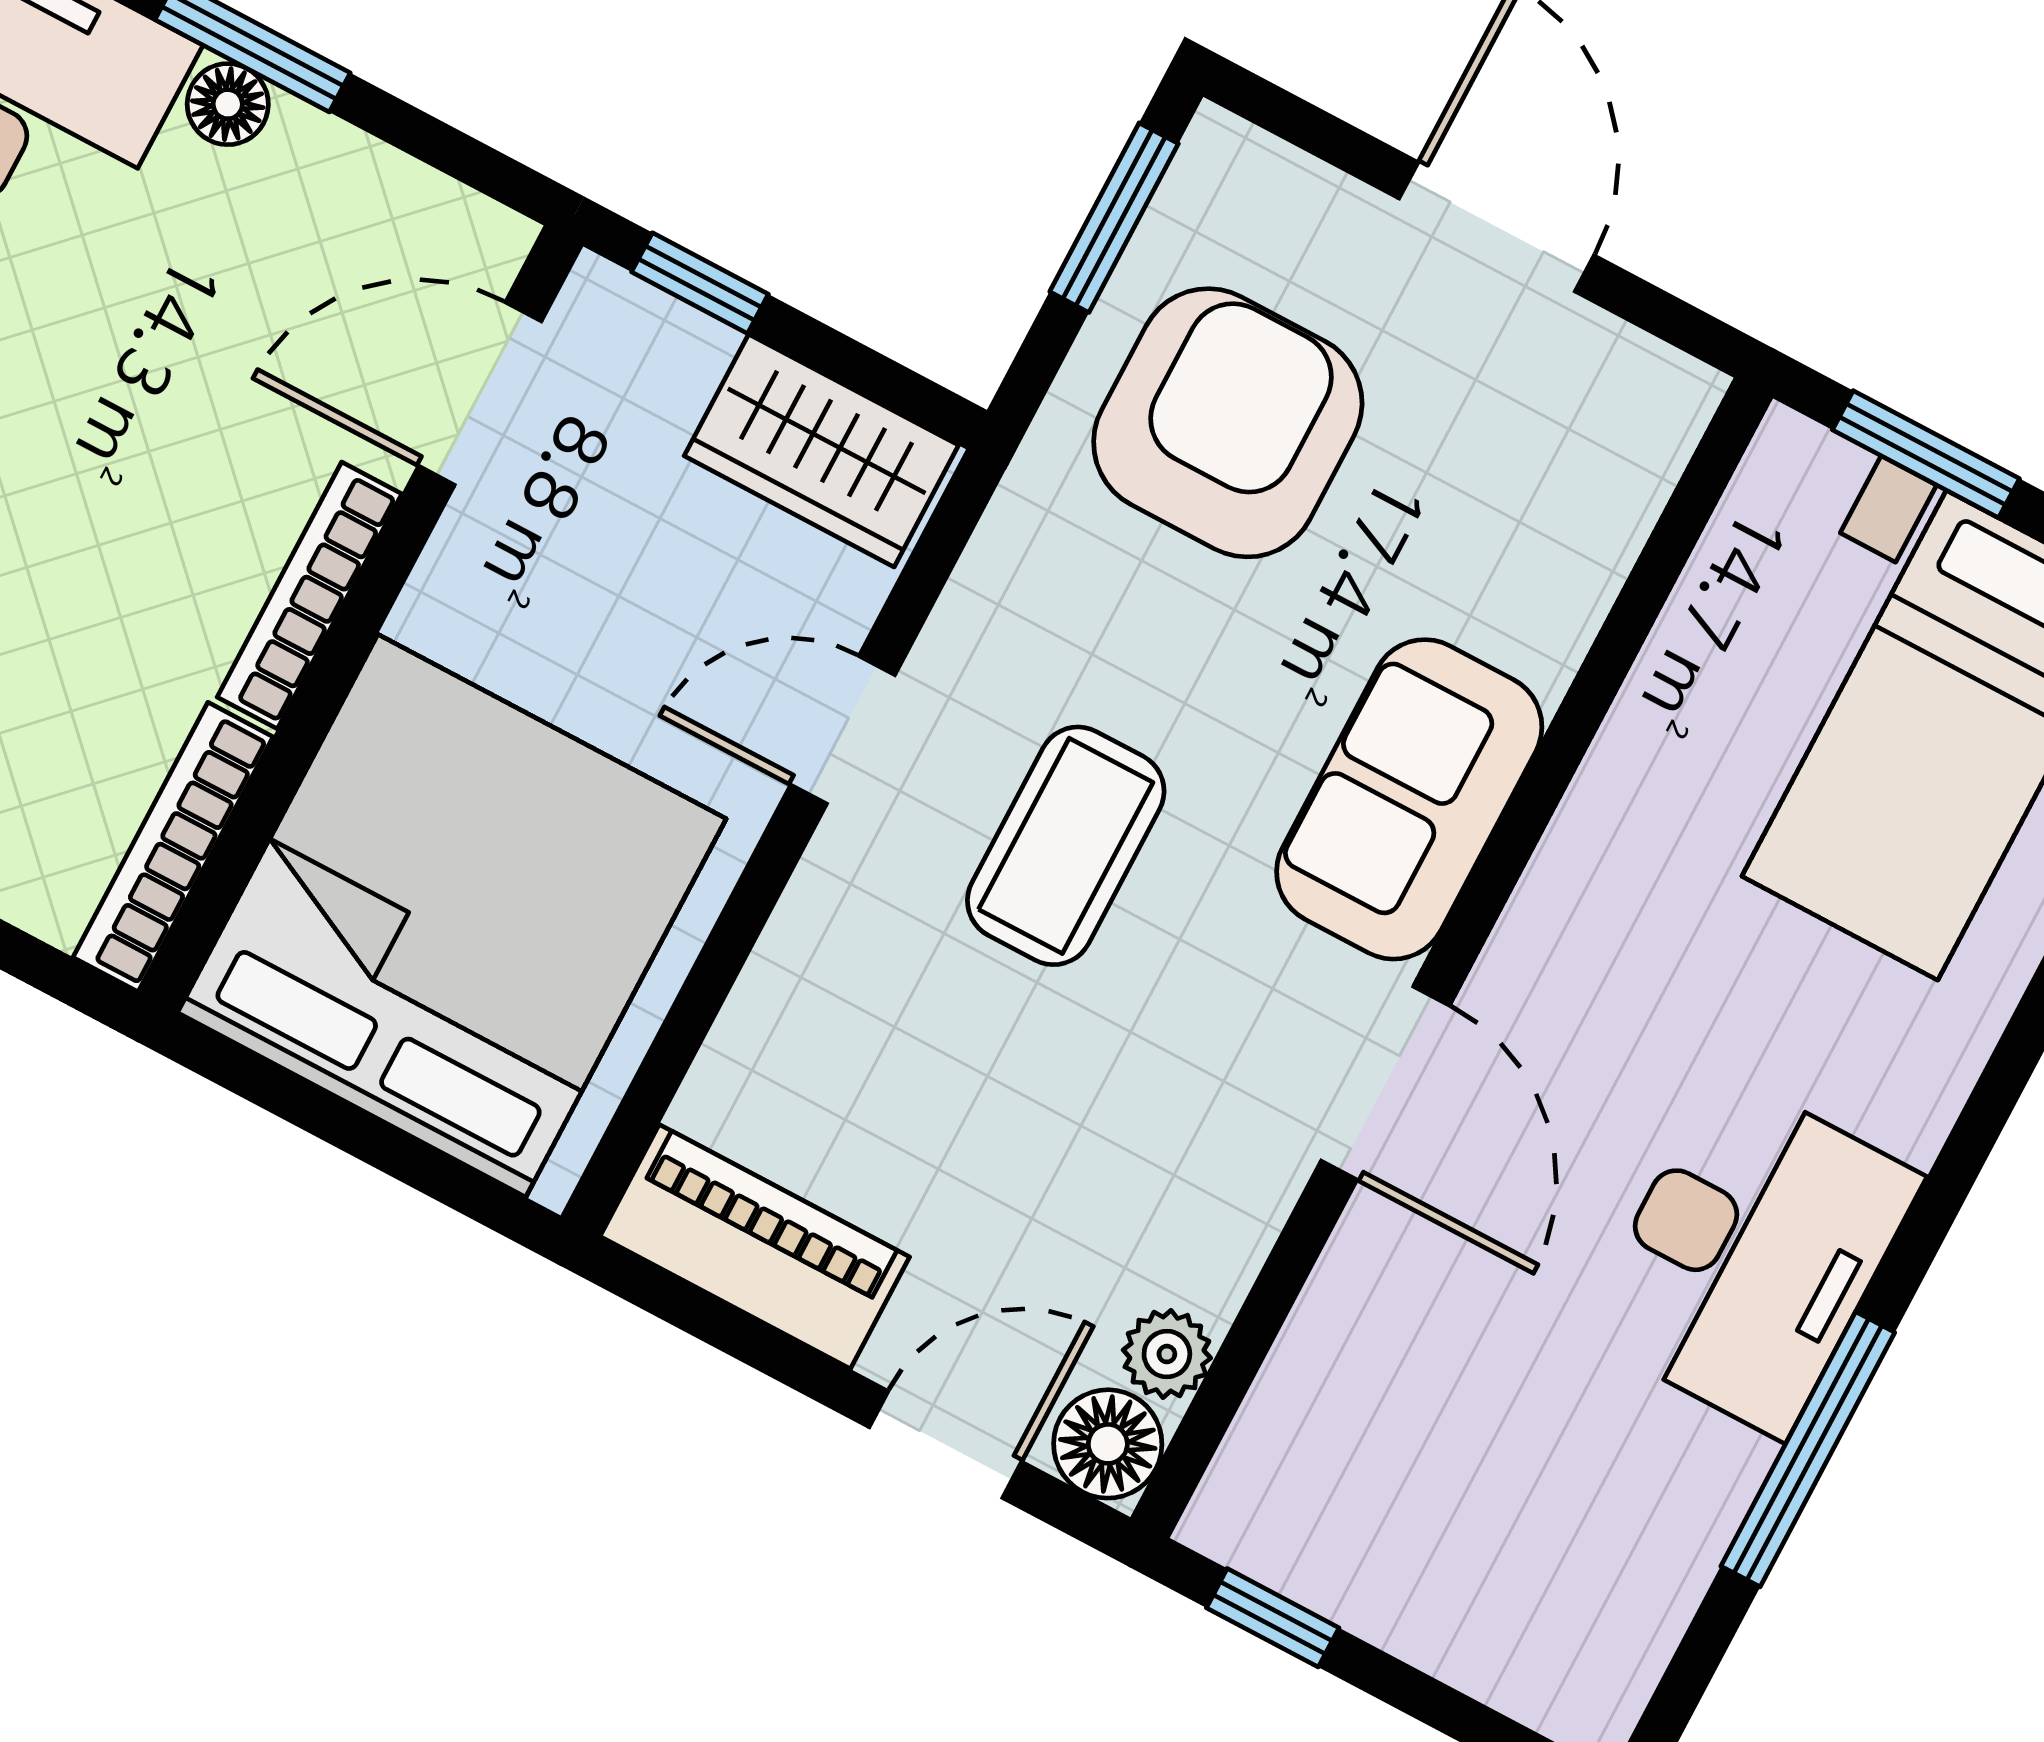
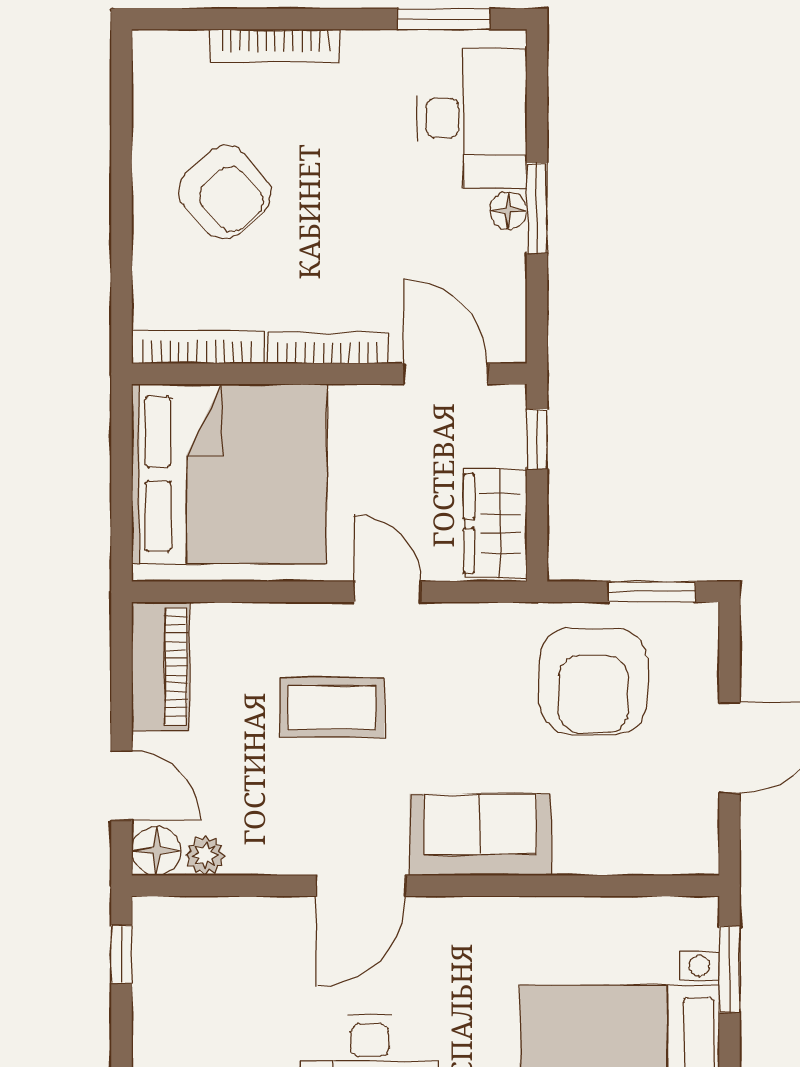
armchair: (1228, 423) -> (593, 681), turned 90
coffee table: (1066, 846) -> (332, 708), moved

